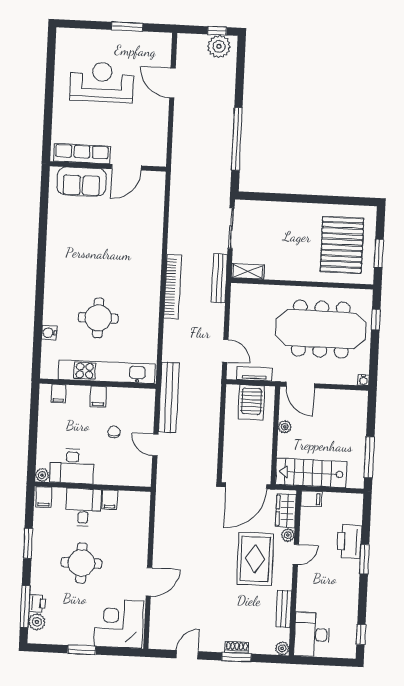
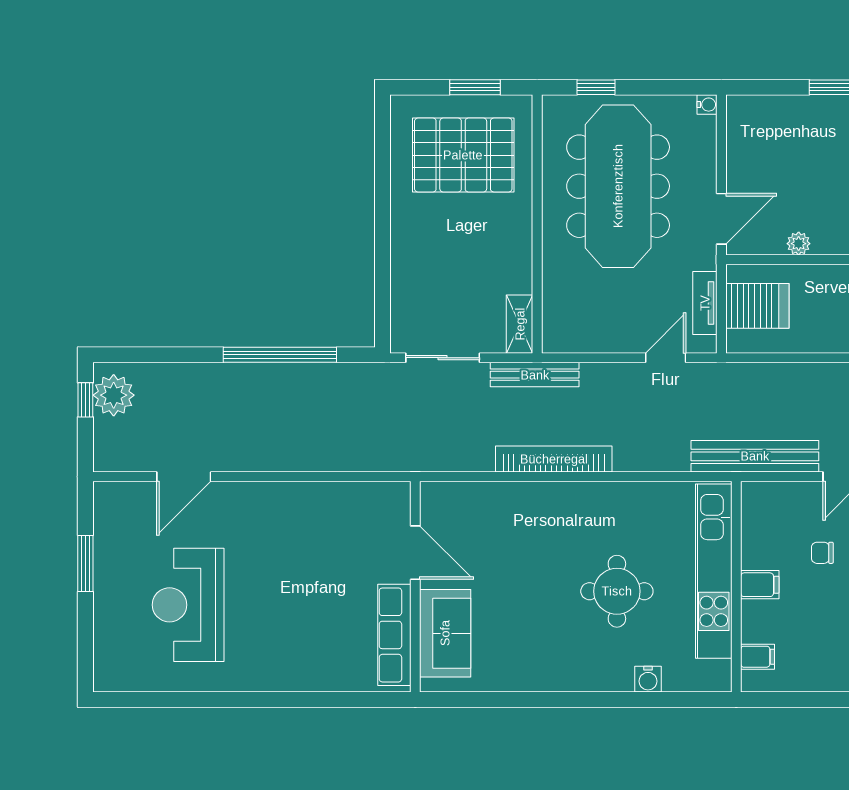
row of seats: (82, 154) -> (394, 635), moved
wall: (108, 166) -> (415, 587), moved
door: (127, 167) -> (415, 553), moved
sofa: (82, 182) -> (445, 633), moved

